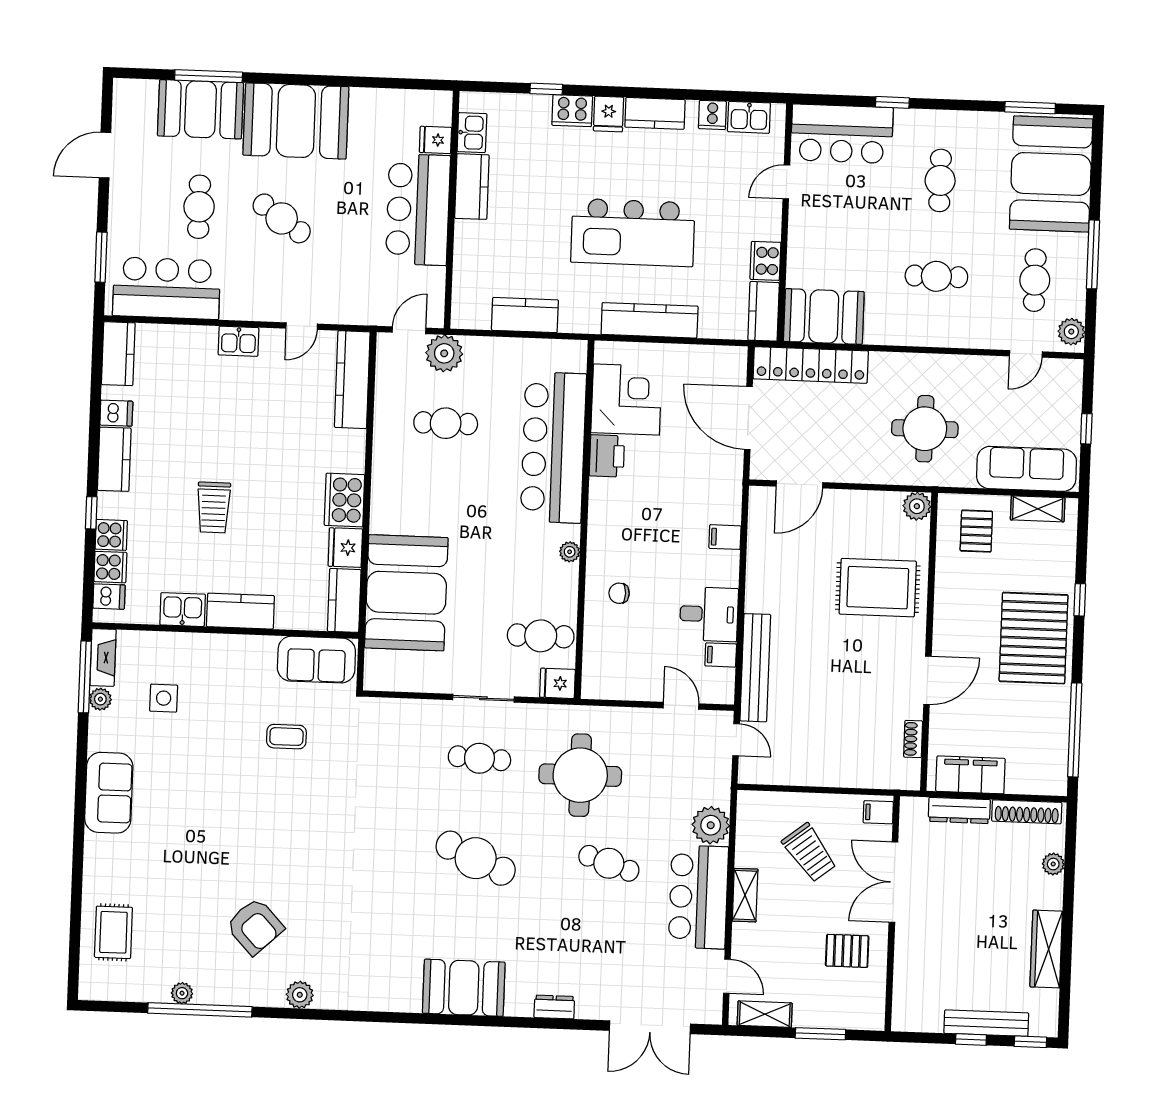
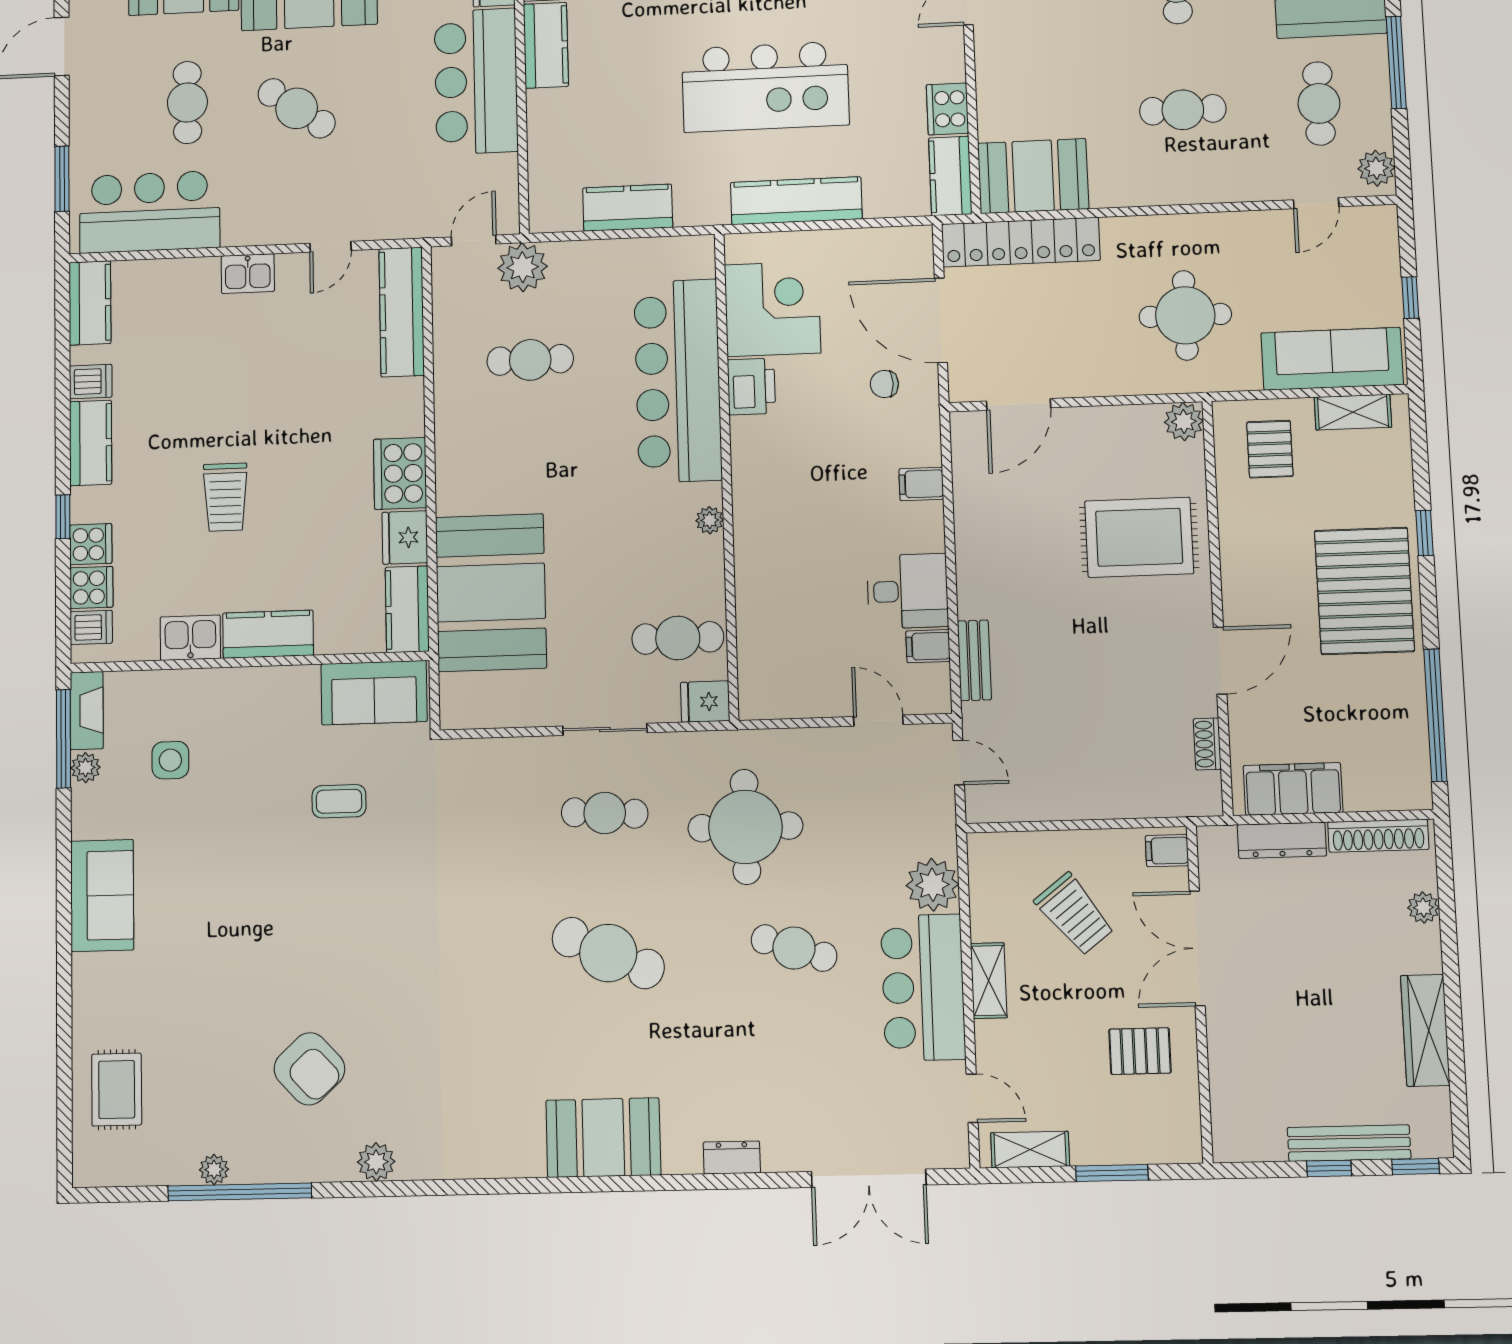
chair: (619, 593) -> (884, 384), moved
bench: (755, 668) -> (974, 660), width x0.54, depth x0.82

